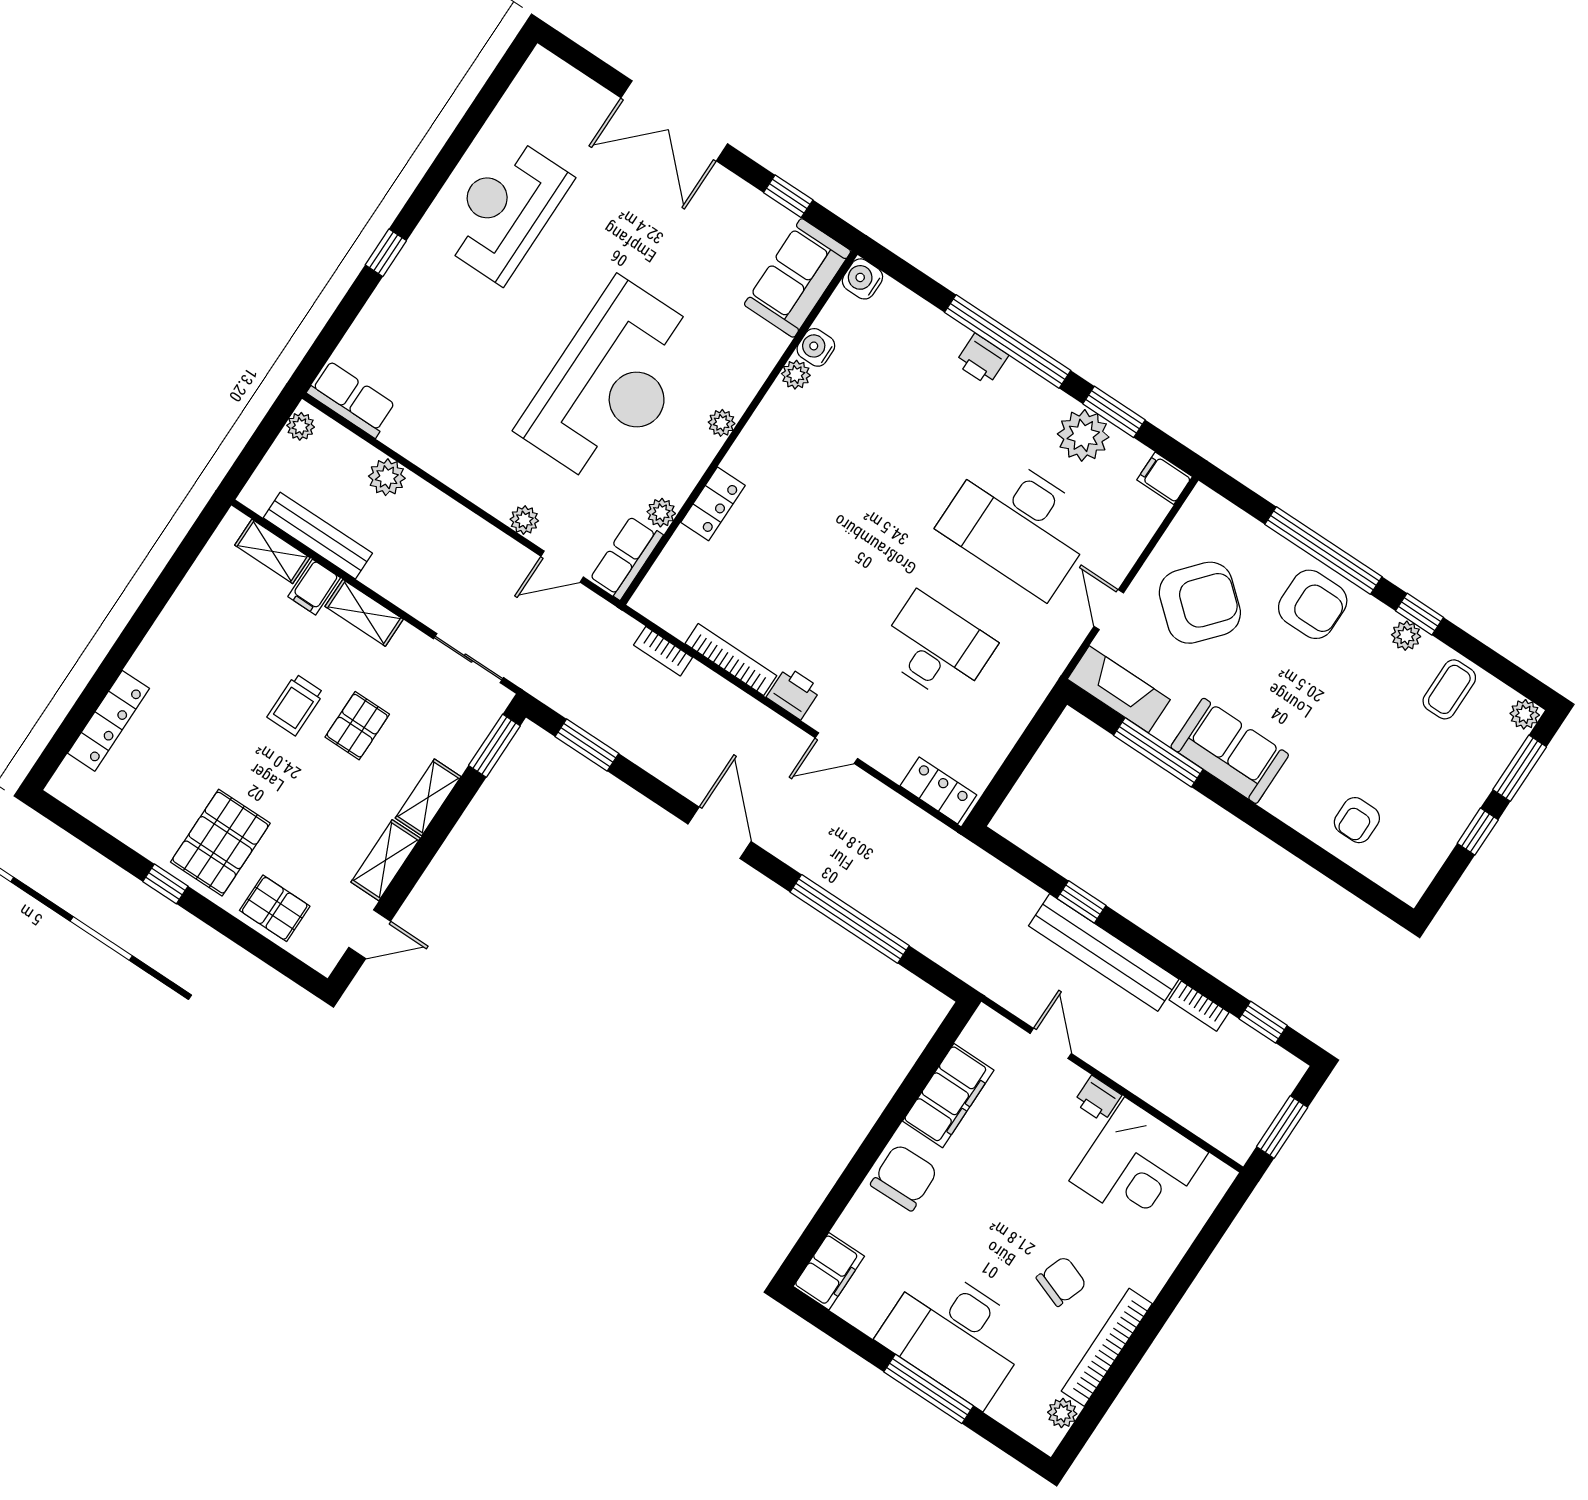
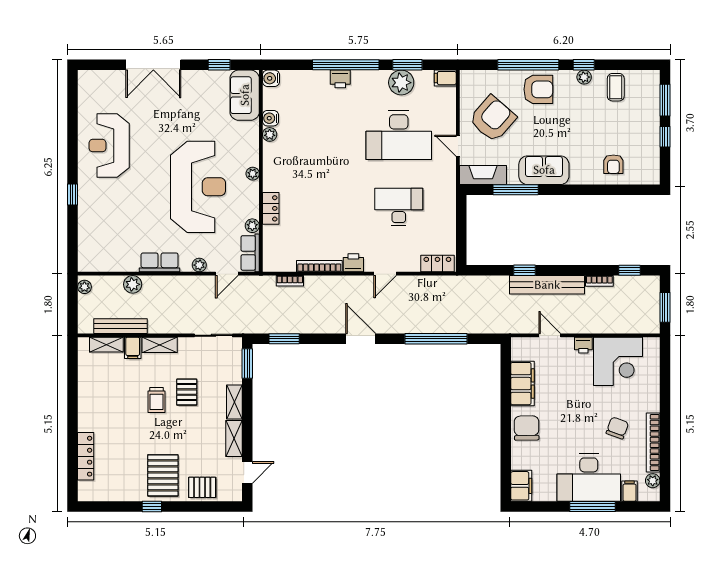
row of seats: (352, 399) -> (160, 262), moved
plant: (1525, 714) -> (653, 77), removed
filing cabinet: (1010, 1405) -> (630, 491), added

